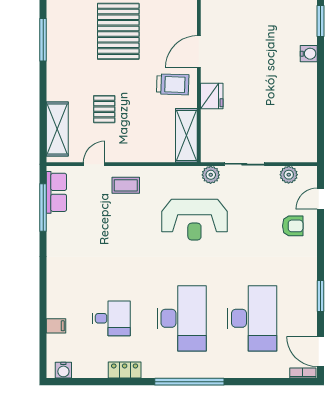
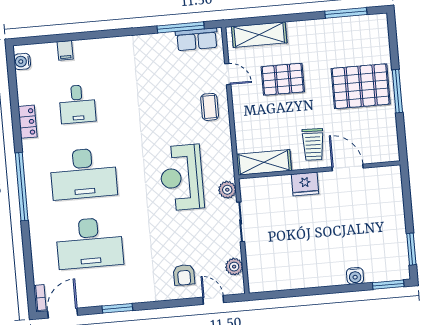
pallet: (104, 109) -> (283, 79), width x1.50, depth x1.42

